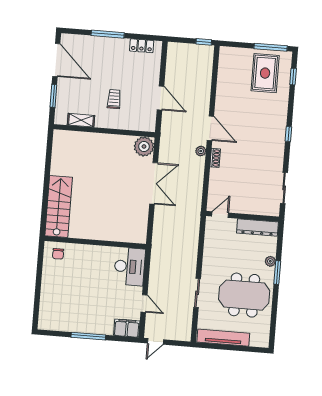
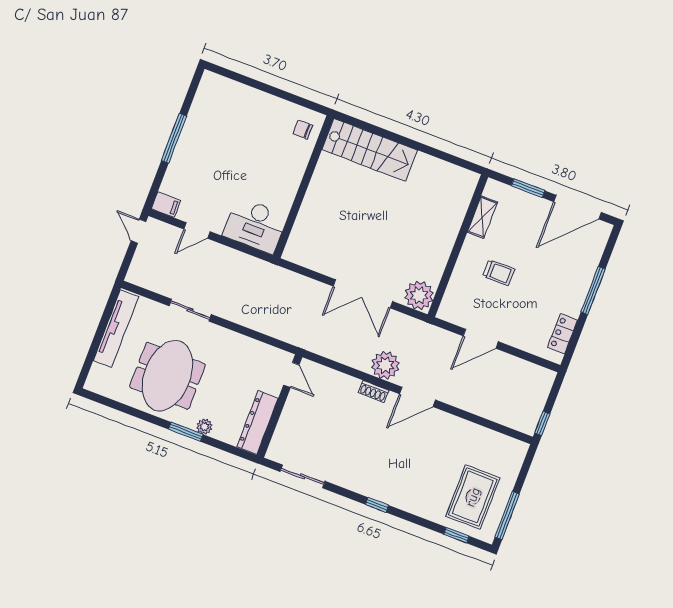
rug: (265, 73) -> (473, 497), turned 90
plant: (201, 151) -> (385, 365), width x1.88, depth x1.88
filing cabinet: (127, 328) -> (166, 205), width x0.50

